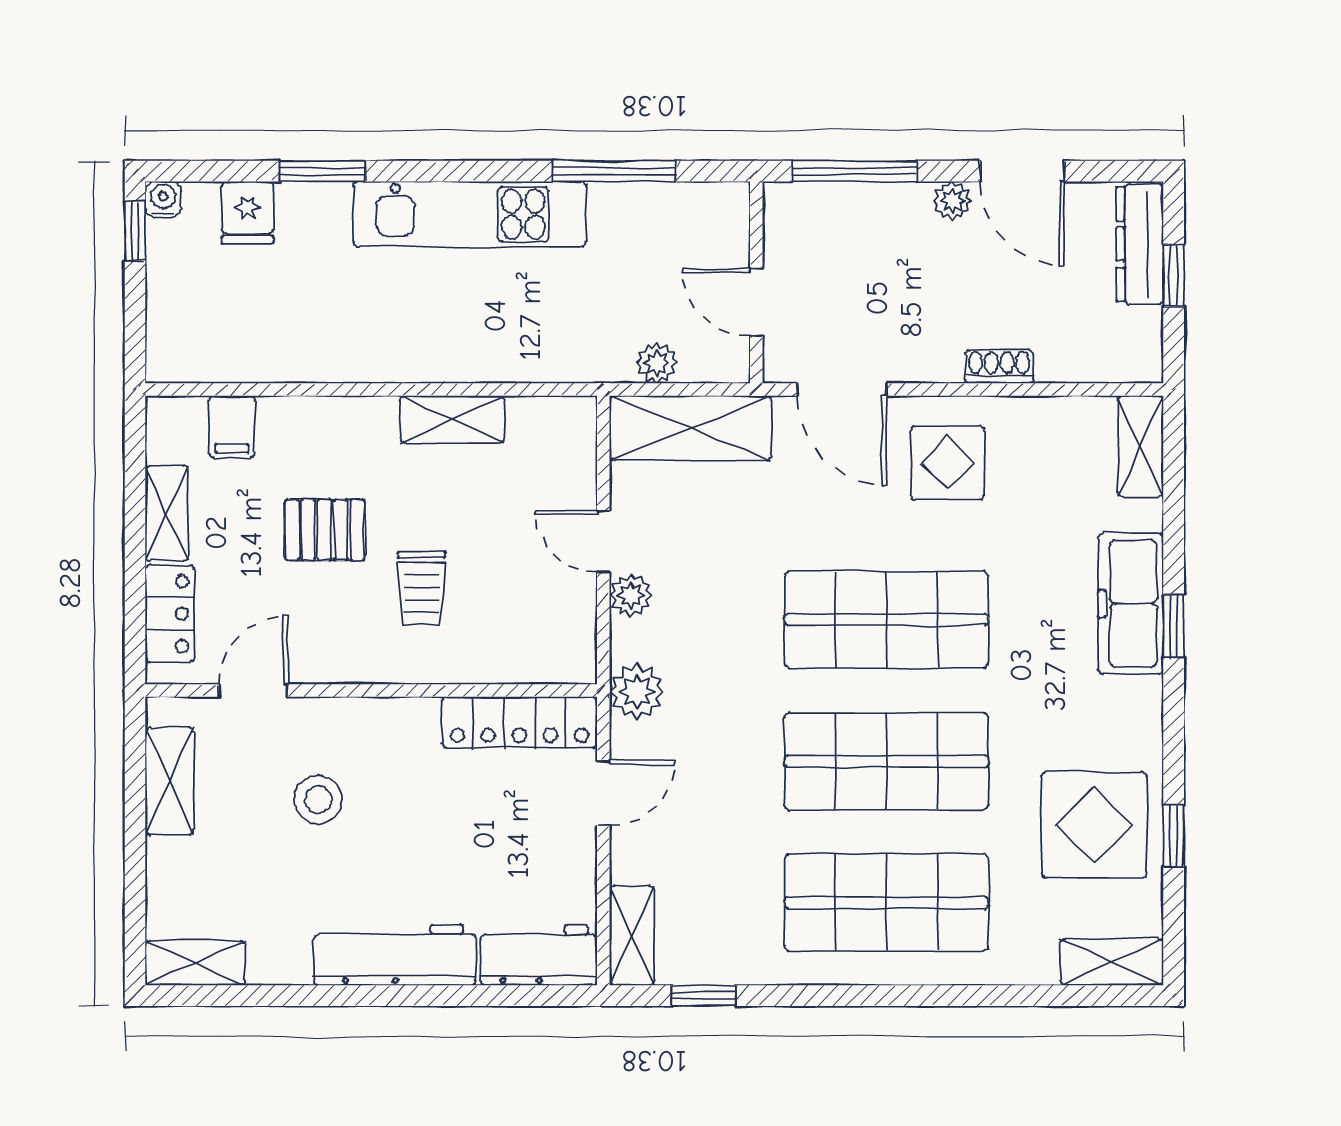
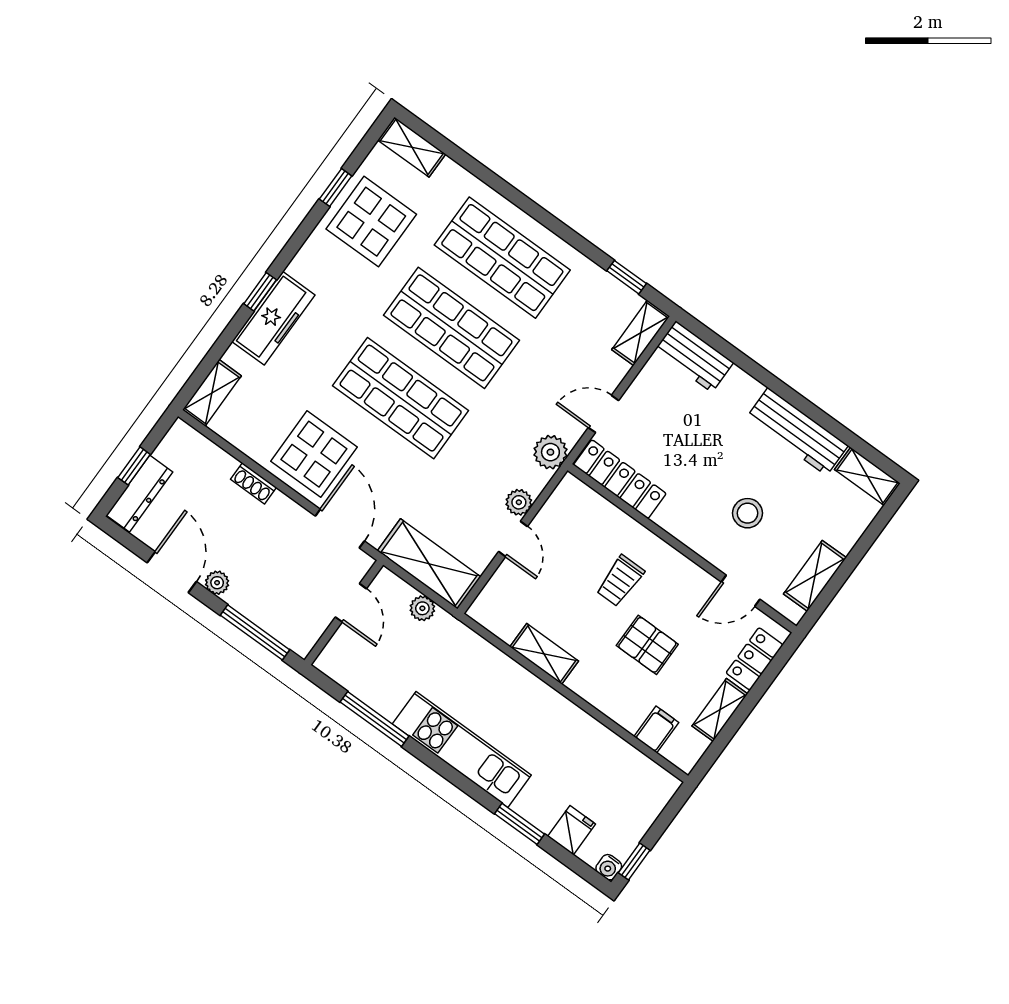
display table: (947, 463) -> (314, 454), width x1.36, depth x1.36
trolley: (422, 588) -> (620, 581), turned 180
workbench: (395, 955) -> (797, 432), moved

